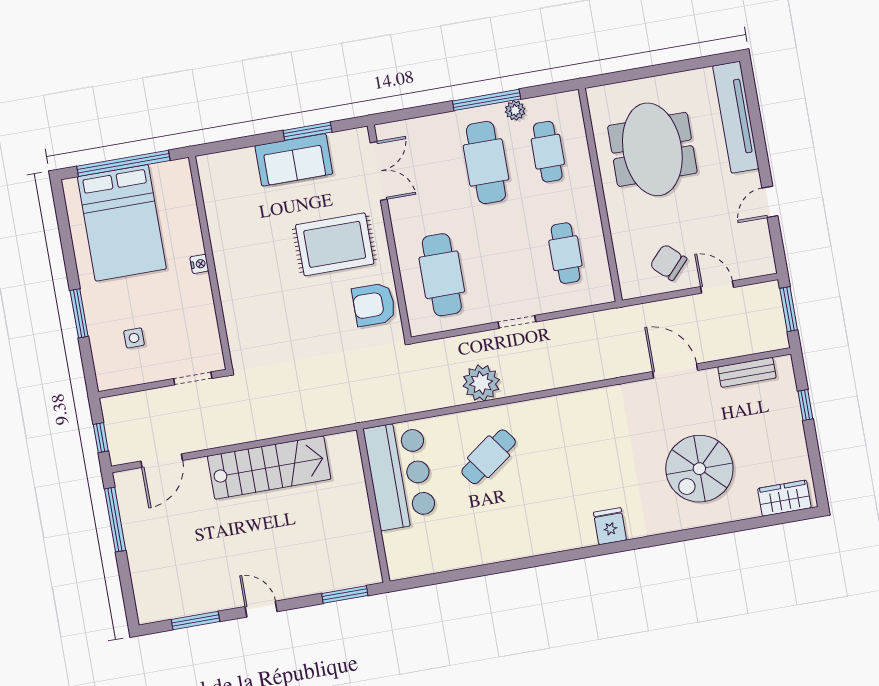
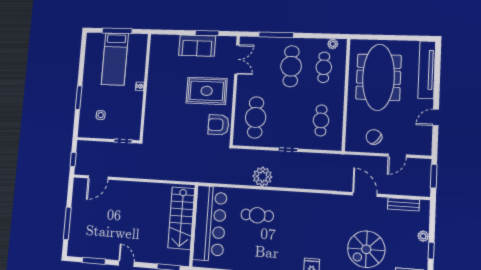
window: (487, 100) -> (276, 35), moved
plant: (515, 110) -> (333, 44), moved
meeting table: (652, 149) -> (378, 77), width x1.36
window: (123, 163) -> (117, 31), width x0.68
bed: (122, 223) -> (115, 59), width x0.67
door: (717, 287) -> (397, 156), swing flipped
window: (805, 405) -> (431, 251), moved
plant: (793, 420) -> (423, 236), added
cafe table: (489, 457) -> (257, 215), turned 36
stairs: (269, 468) -> (181, 218), moved, turned 90
bar counter: (400, 475) -> (210, 223), width x1.36
window: (115, 520) -> (67, 223), moved

